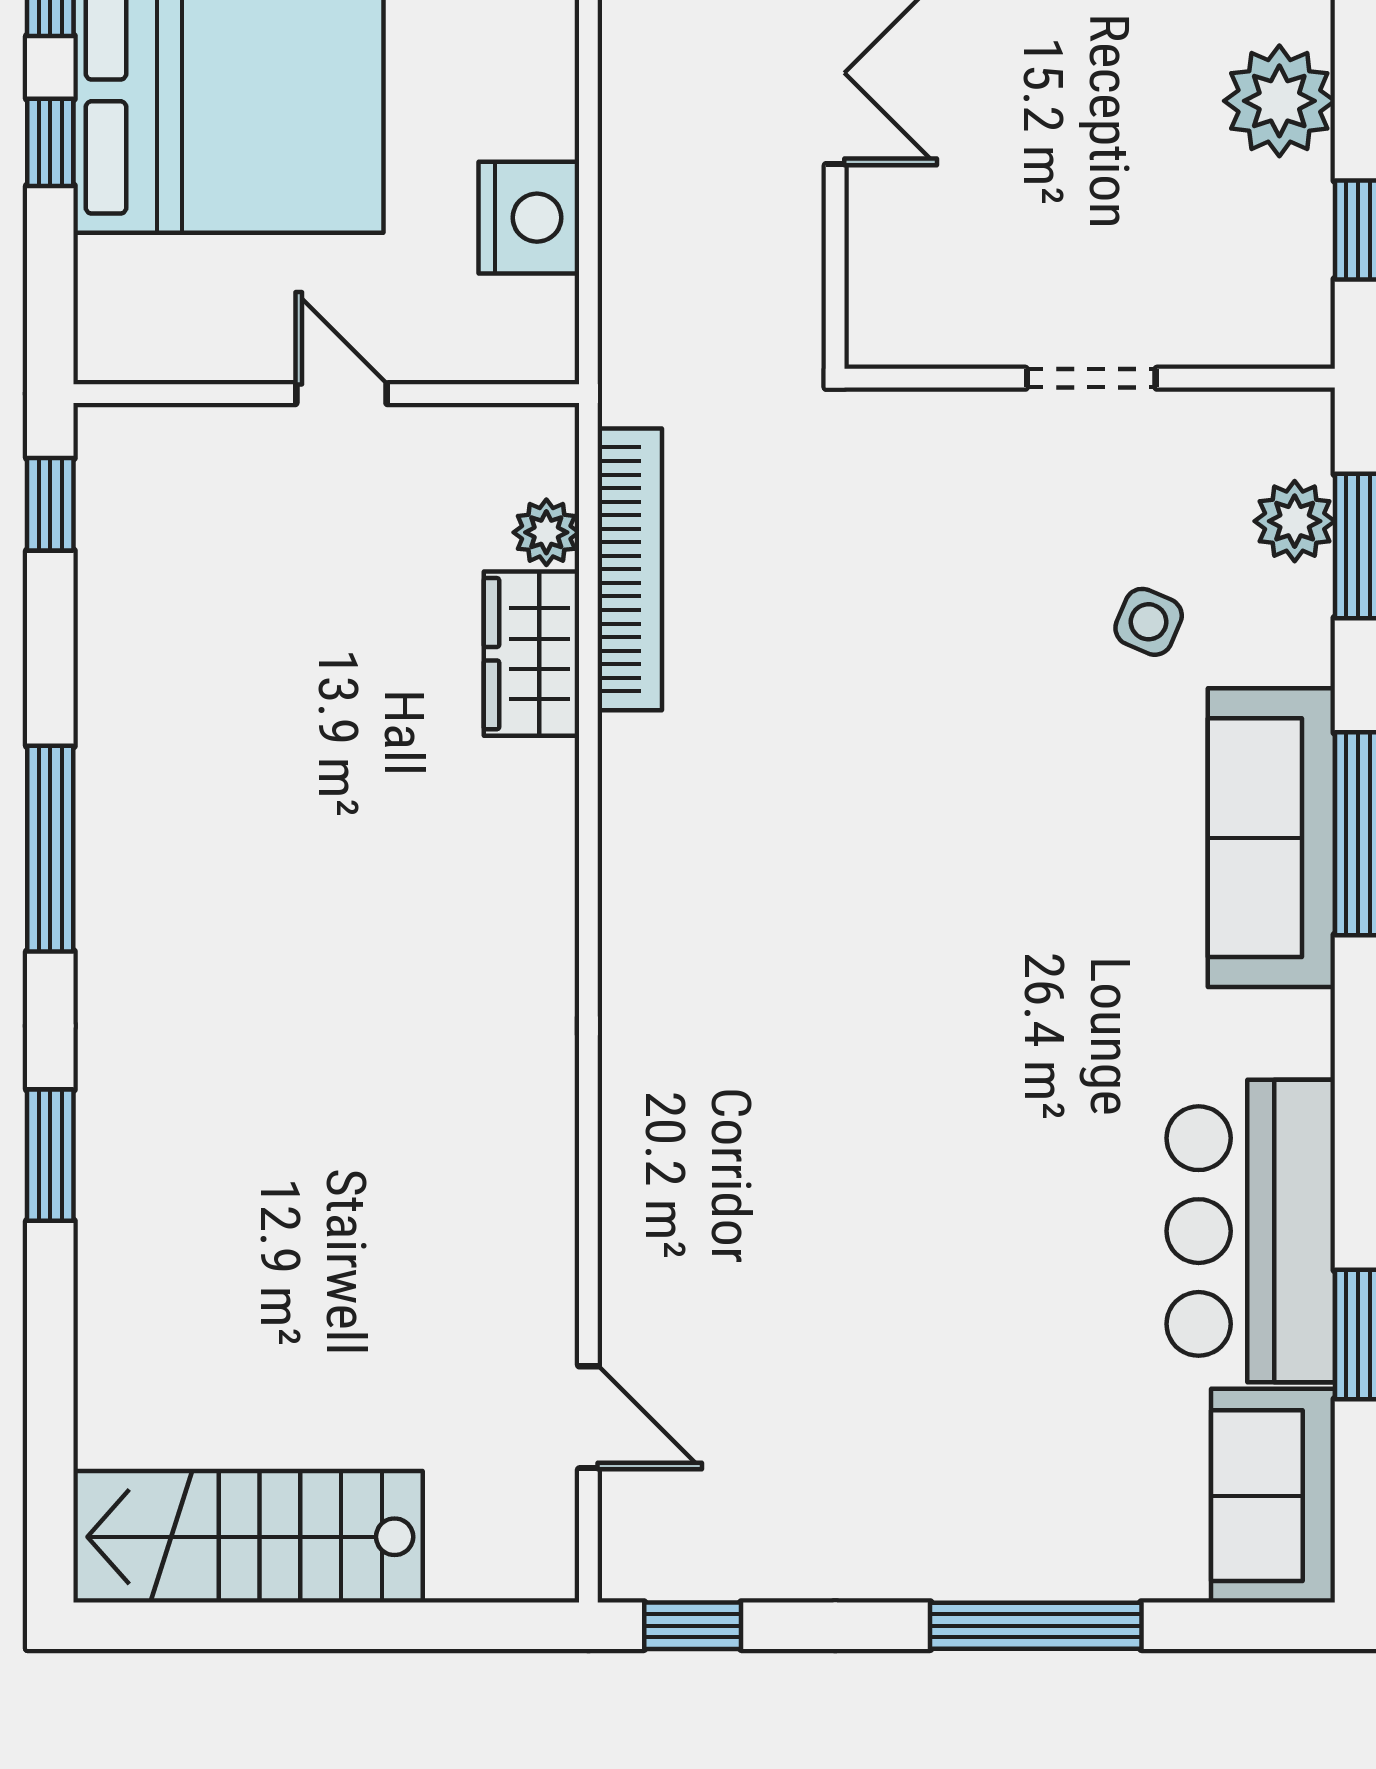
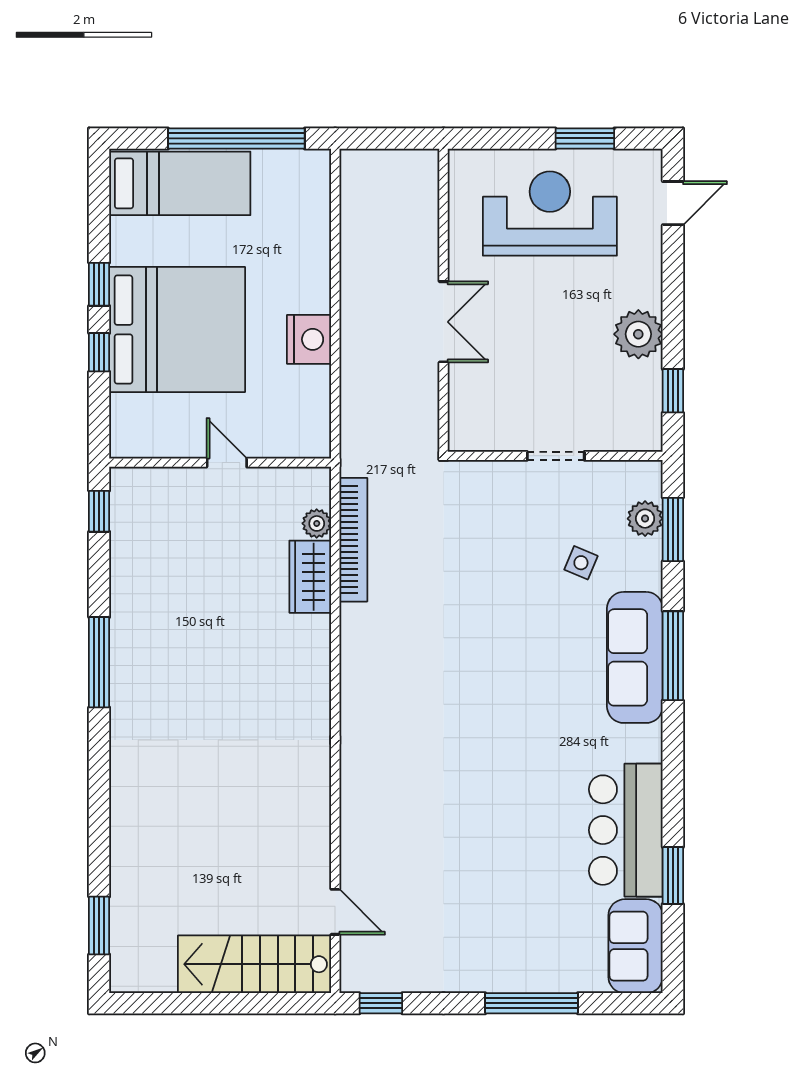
nightstand: (529, 218) -> (309, 339), moved
window: (50, 1155) -> (99, 926), moved
stairs: (248, 1537) -> (255, 964), moved

